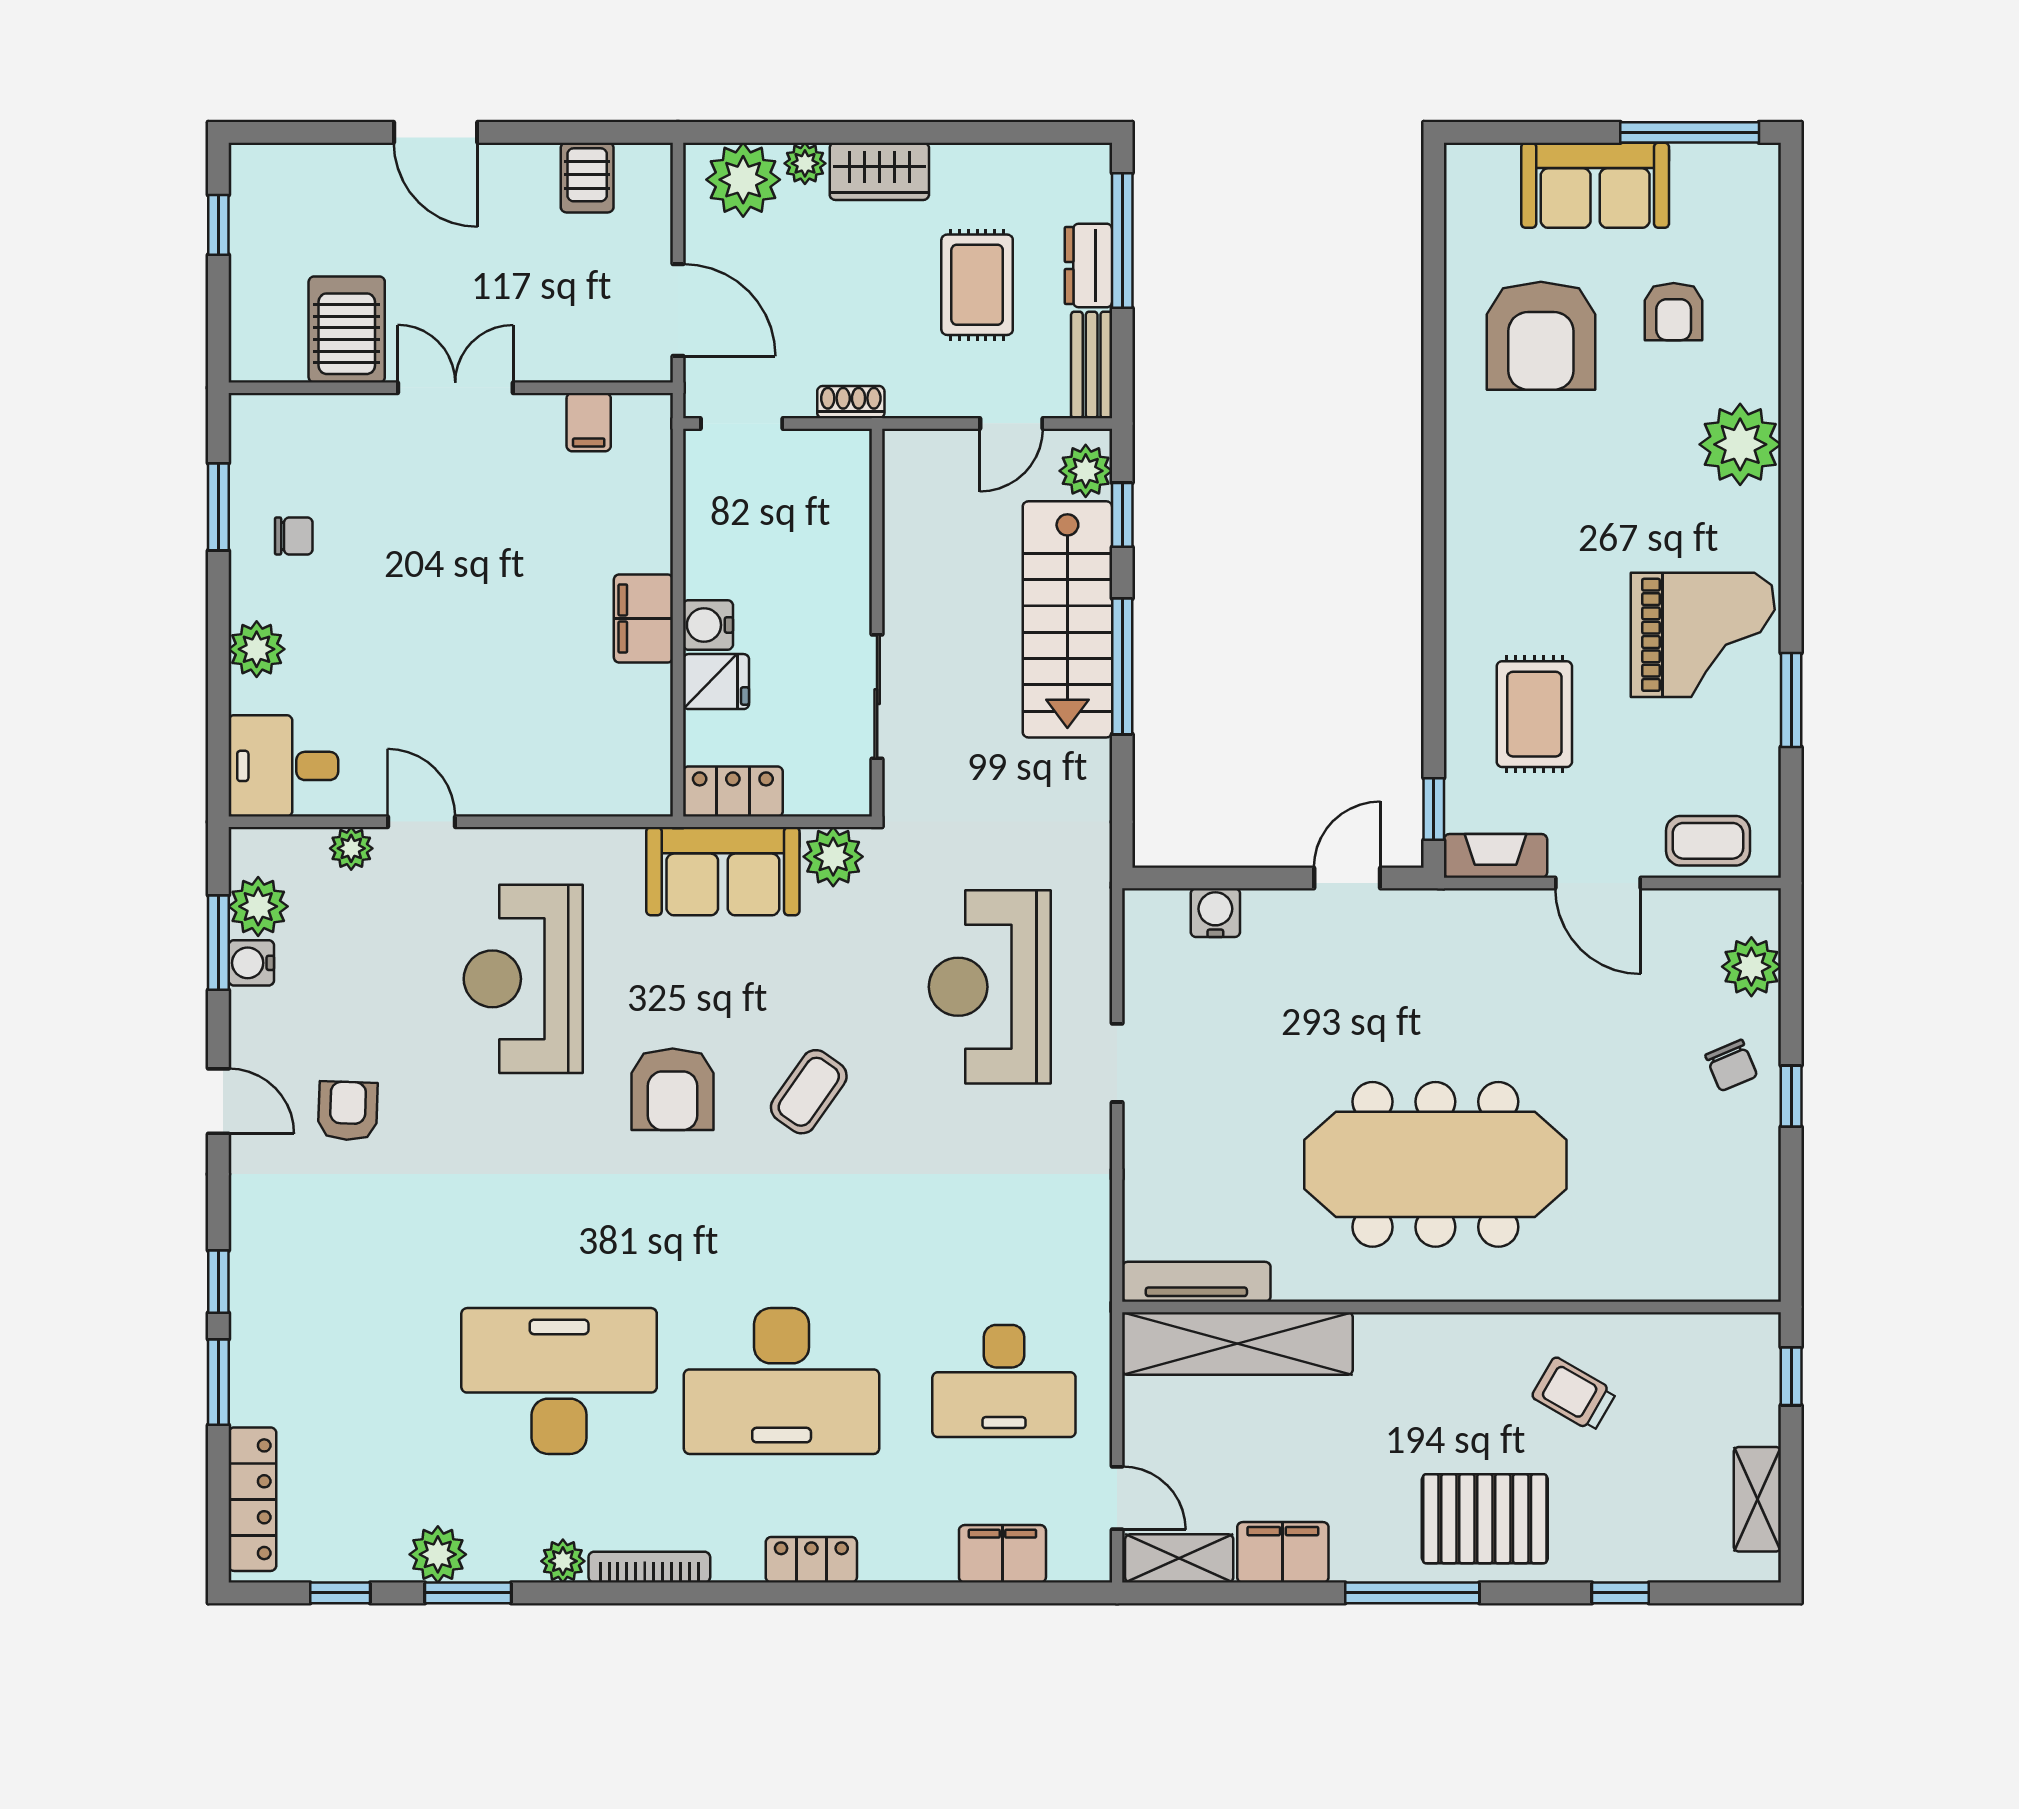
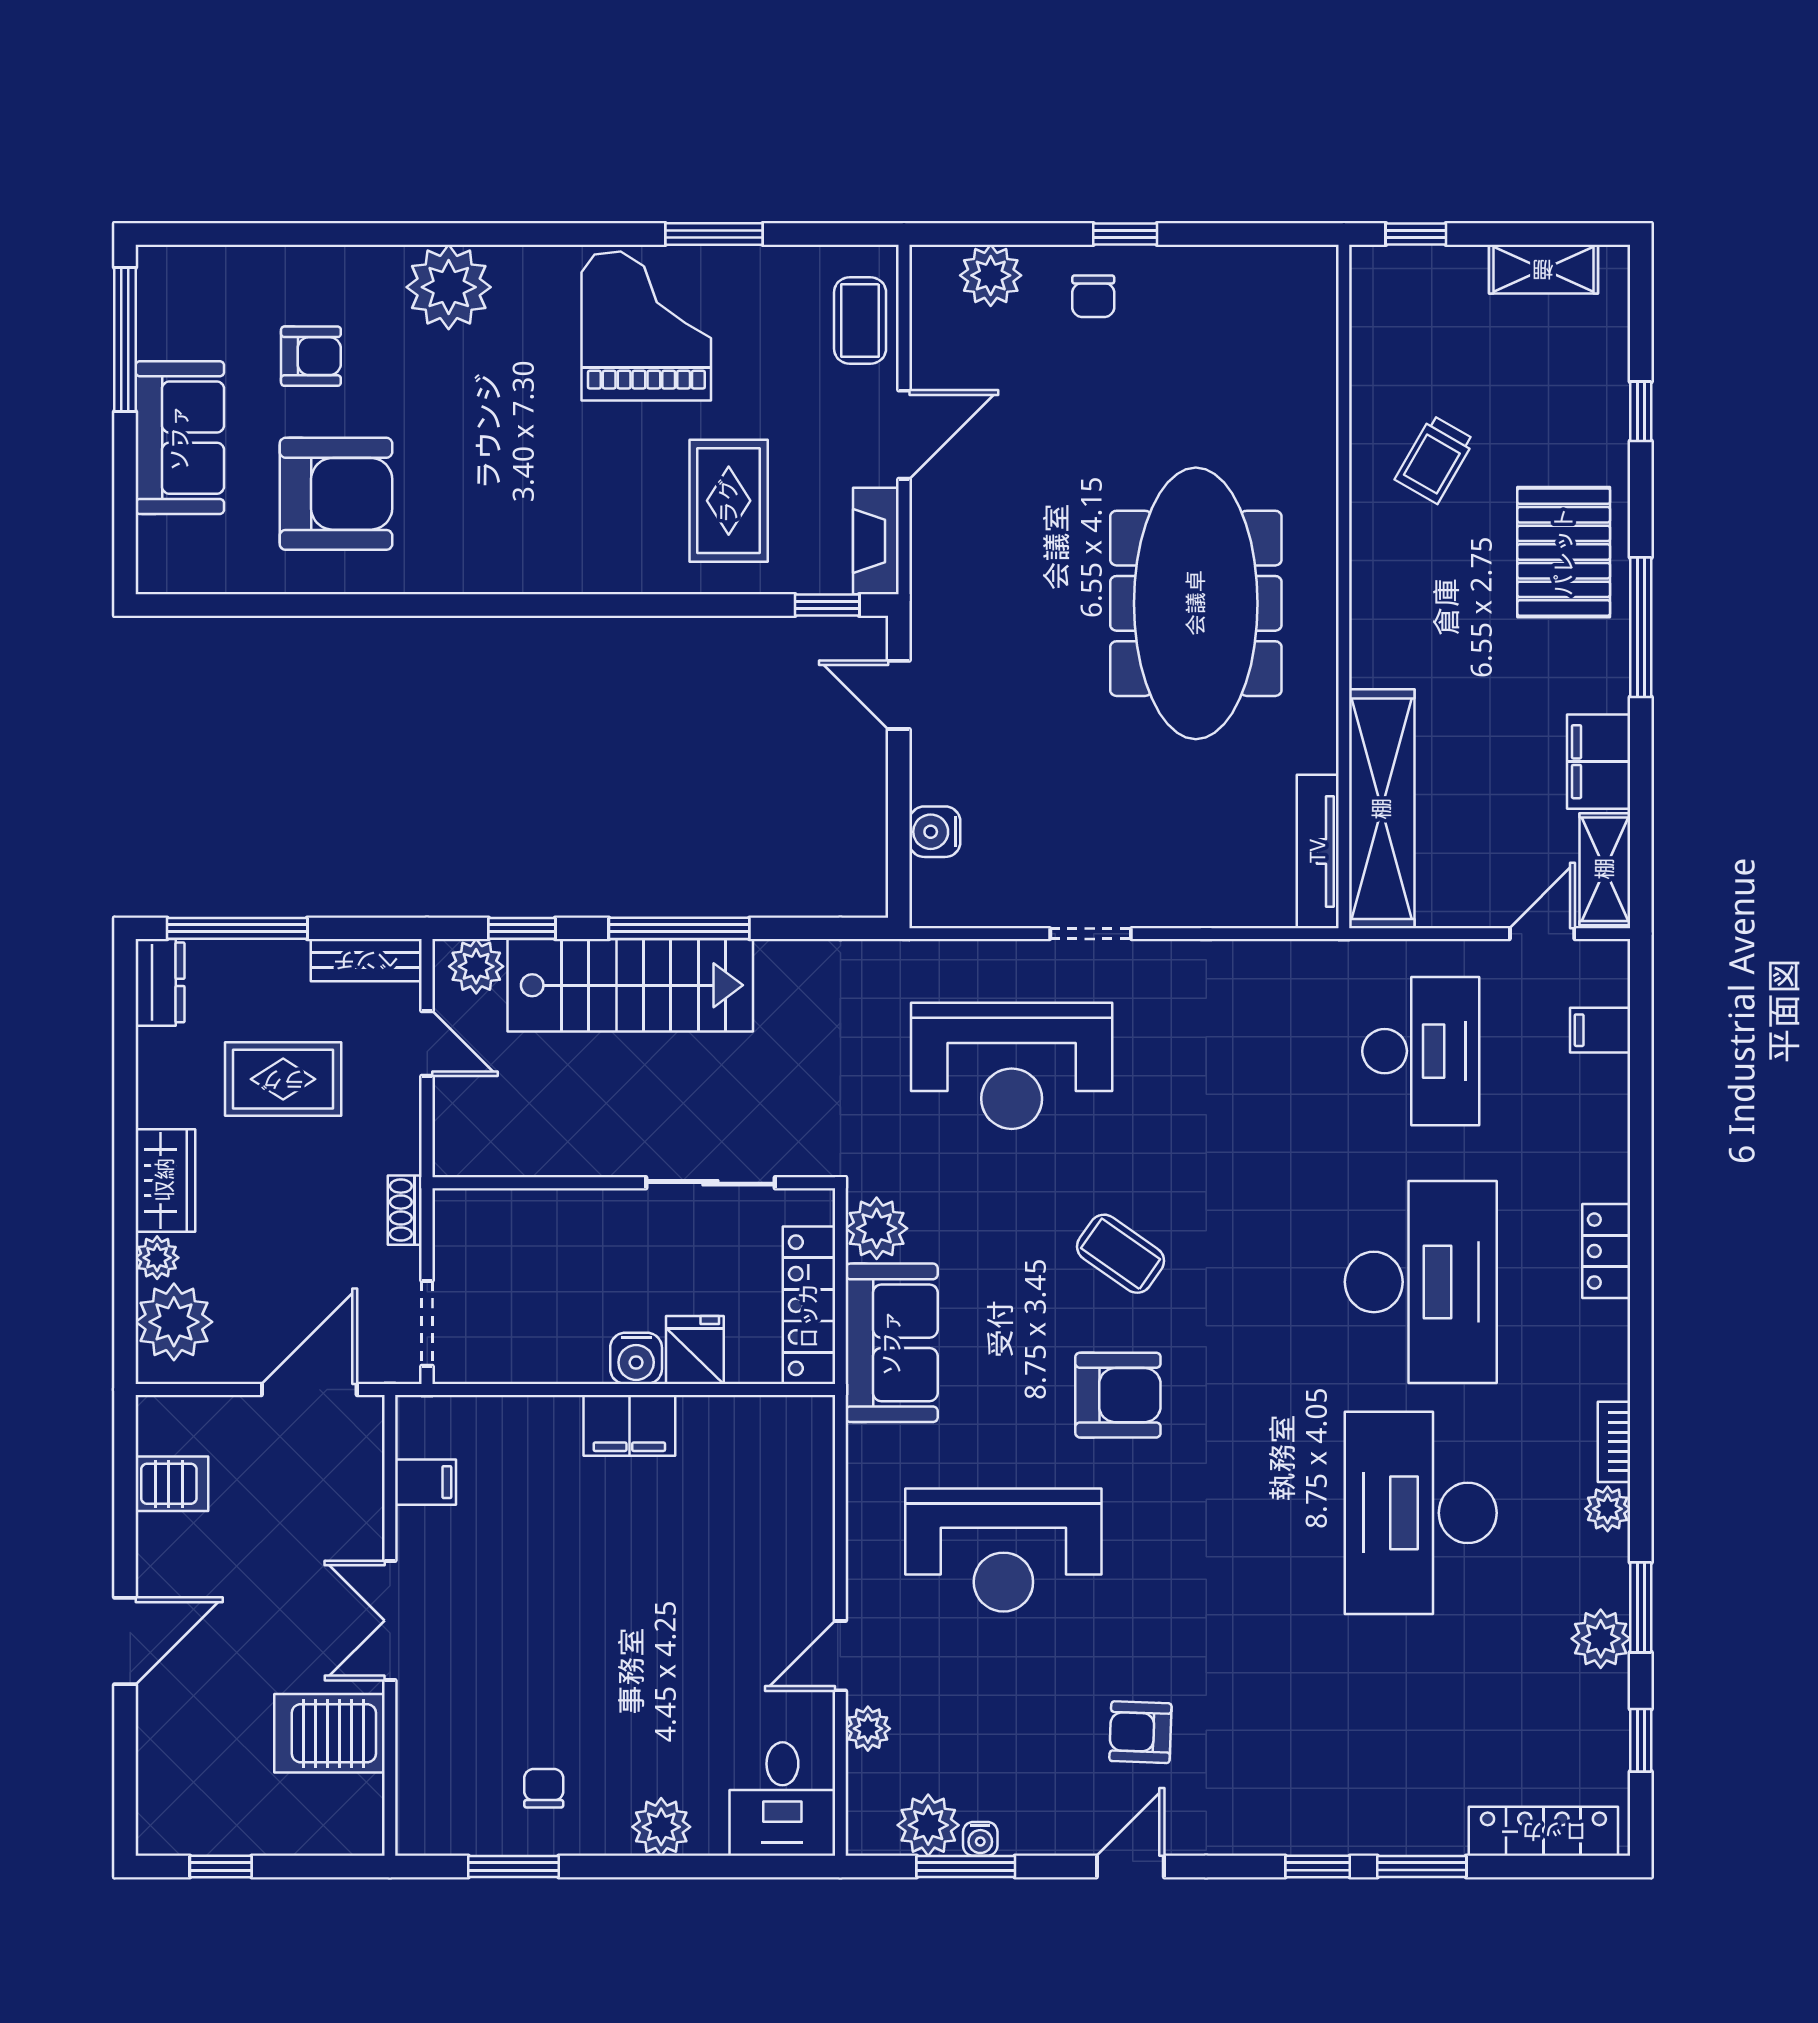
dresser: (1088, 266) -> (160, 982), moved, turned -90
rug: (1534, 714) -> (729, 501), turned 90
locker: (733, 792) -> (809, 1305), width x1.53
water cooler: (251, 963) -> (980, 1839), width x0.72, depth x0.72
chair: (1731, 1065) -> (1093, 296), turned 113
filing cabinet: (1002, 1554) -> (1600, 1030), width x0.50
bookcase: (649, 1567) -> (1614, 1442), width x0.64

